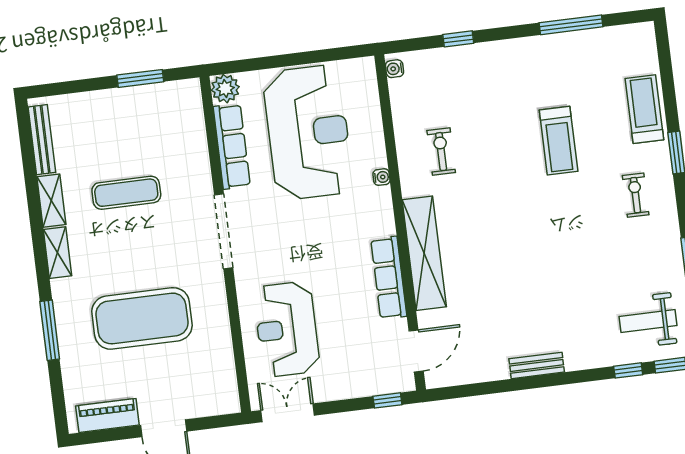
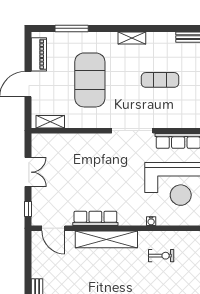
exercise mat: (126, 193) -> (160, 80), turned 90
shelving: (51, 201) -> (50, 122), moved
reception desk: (287, 329) -> (74, 159), removed
window: (50, 330) -> (72, 28), moved
double door: (288, 413) -> (28, 172), moved

